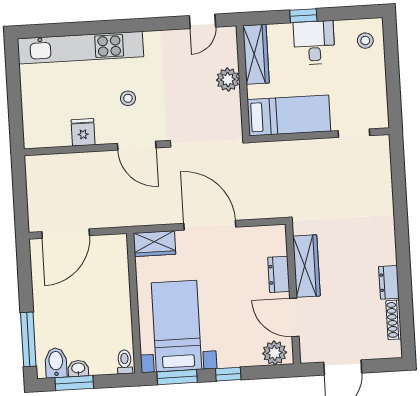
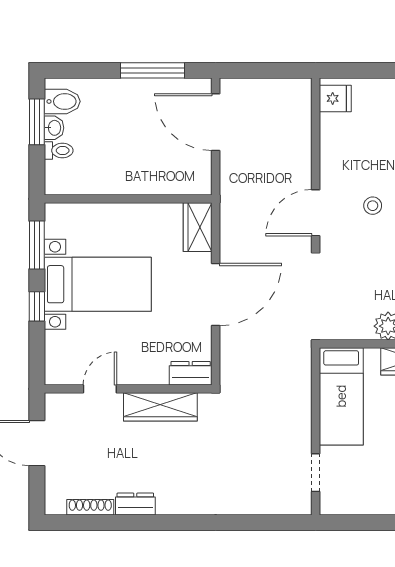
fridge: (83, 132) -> (335, 98), moved
dresser: (279, 274) -> (191, 373), moved
door: (294, 317) -> (100, 389), width x0.73
bed with nightstands: (177, 326) -> (98, 284), moved
window: (28, 339) -> (153, 70), moved
plant: (275, 353) -> (59, 363), removed
toilet: (125, 362) -> (59, 151), moved

